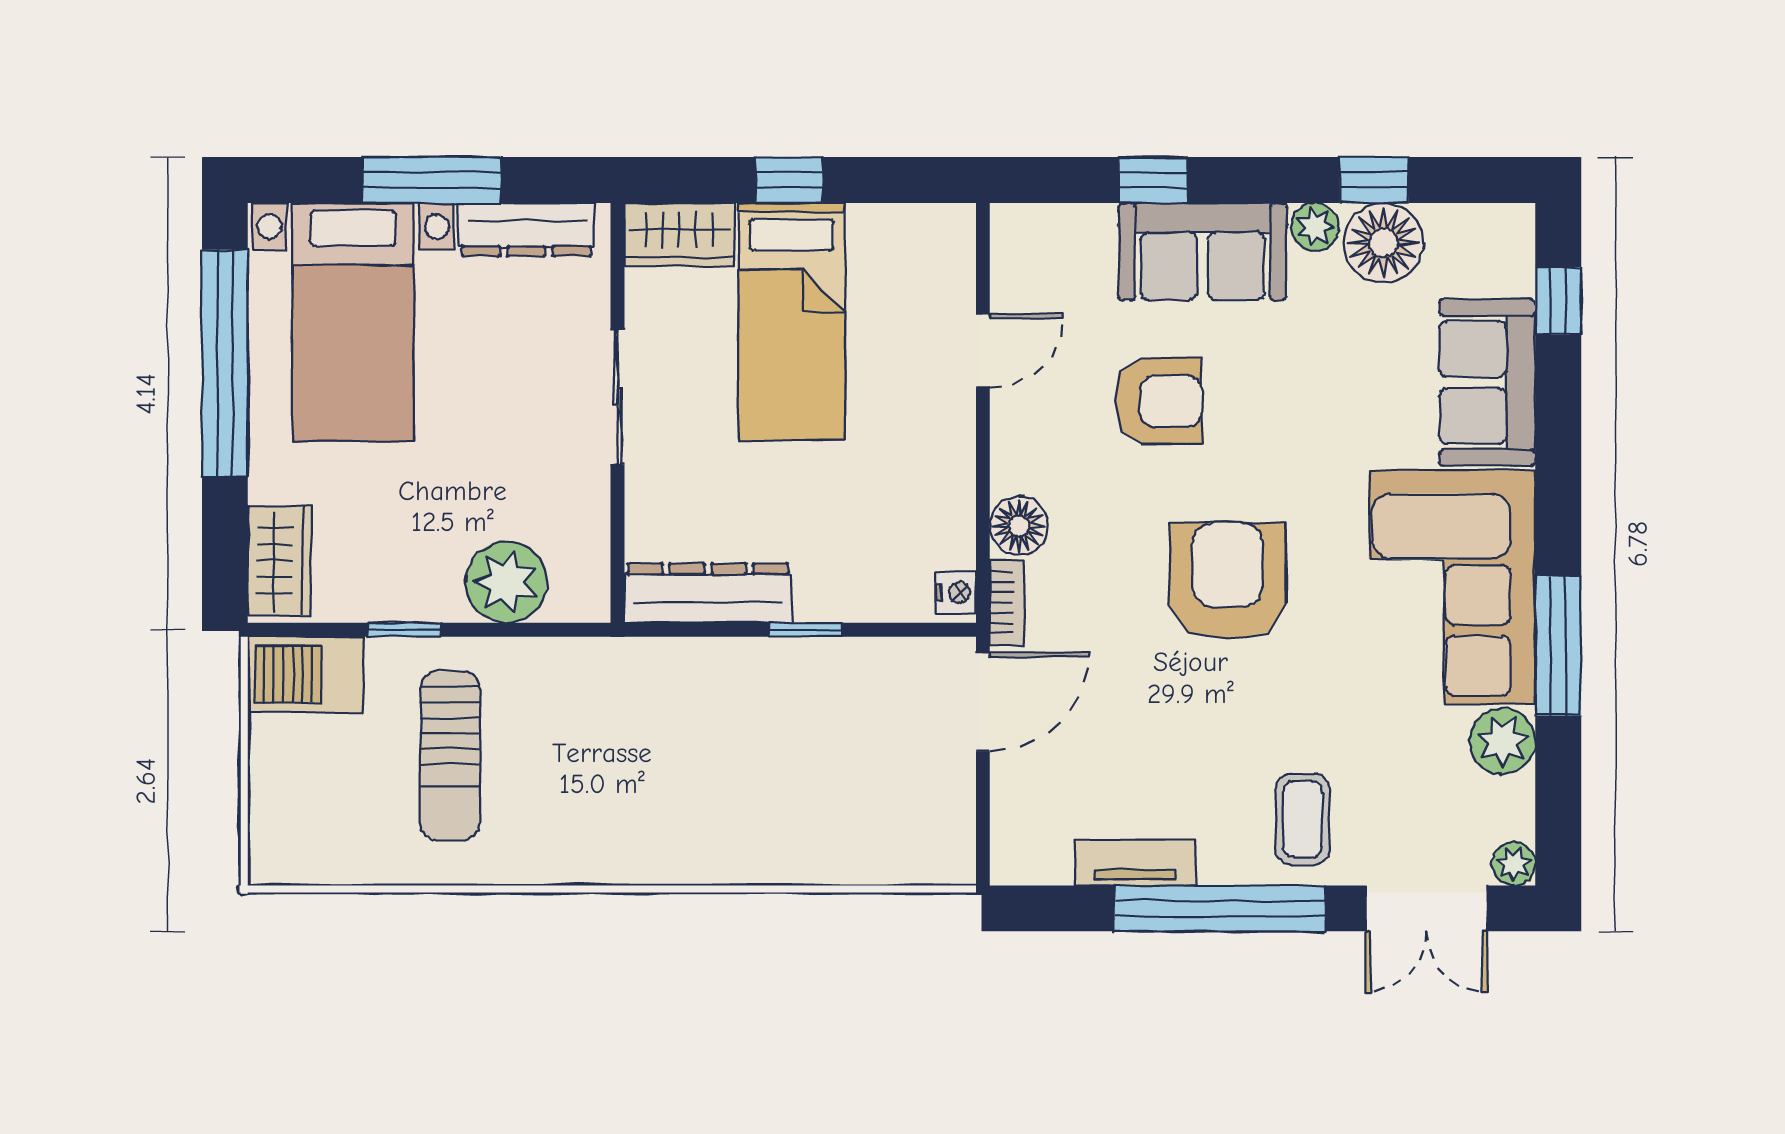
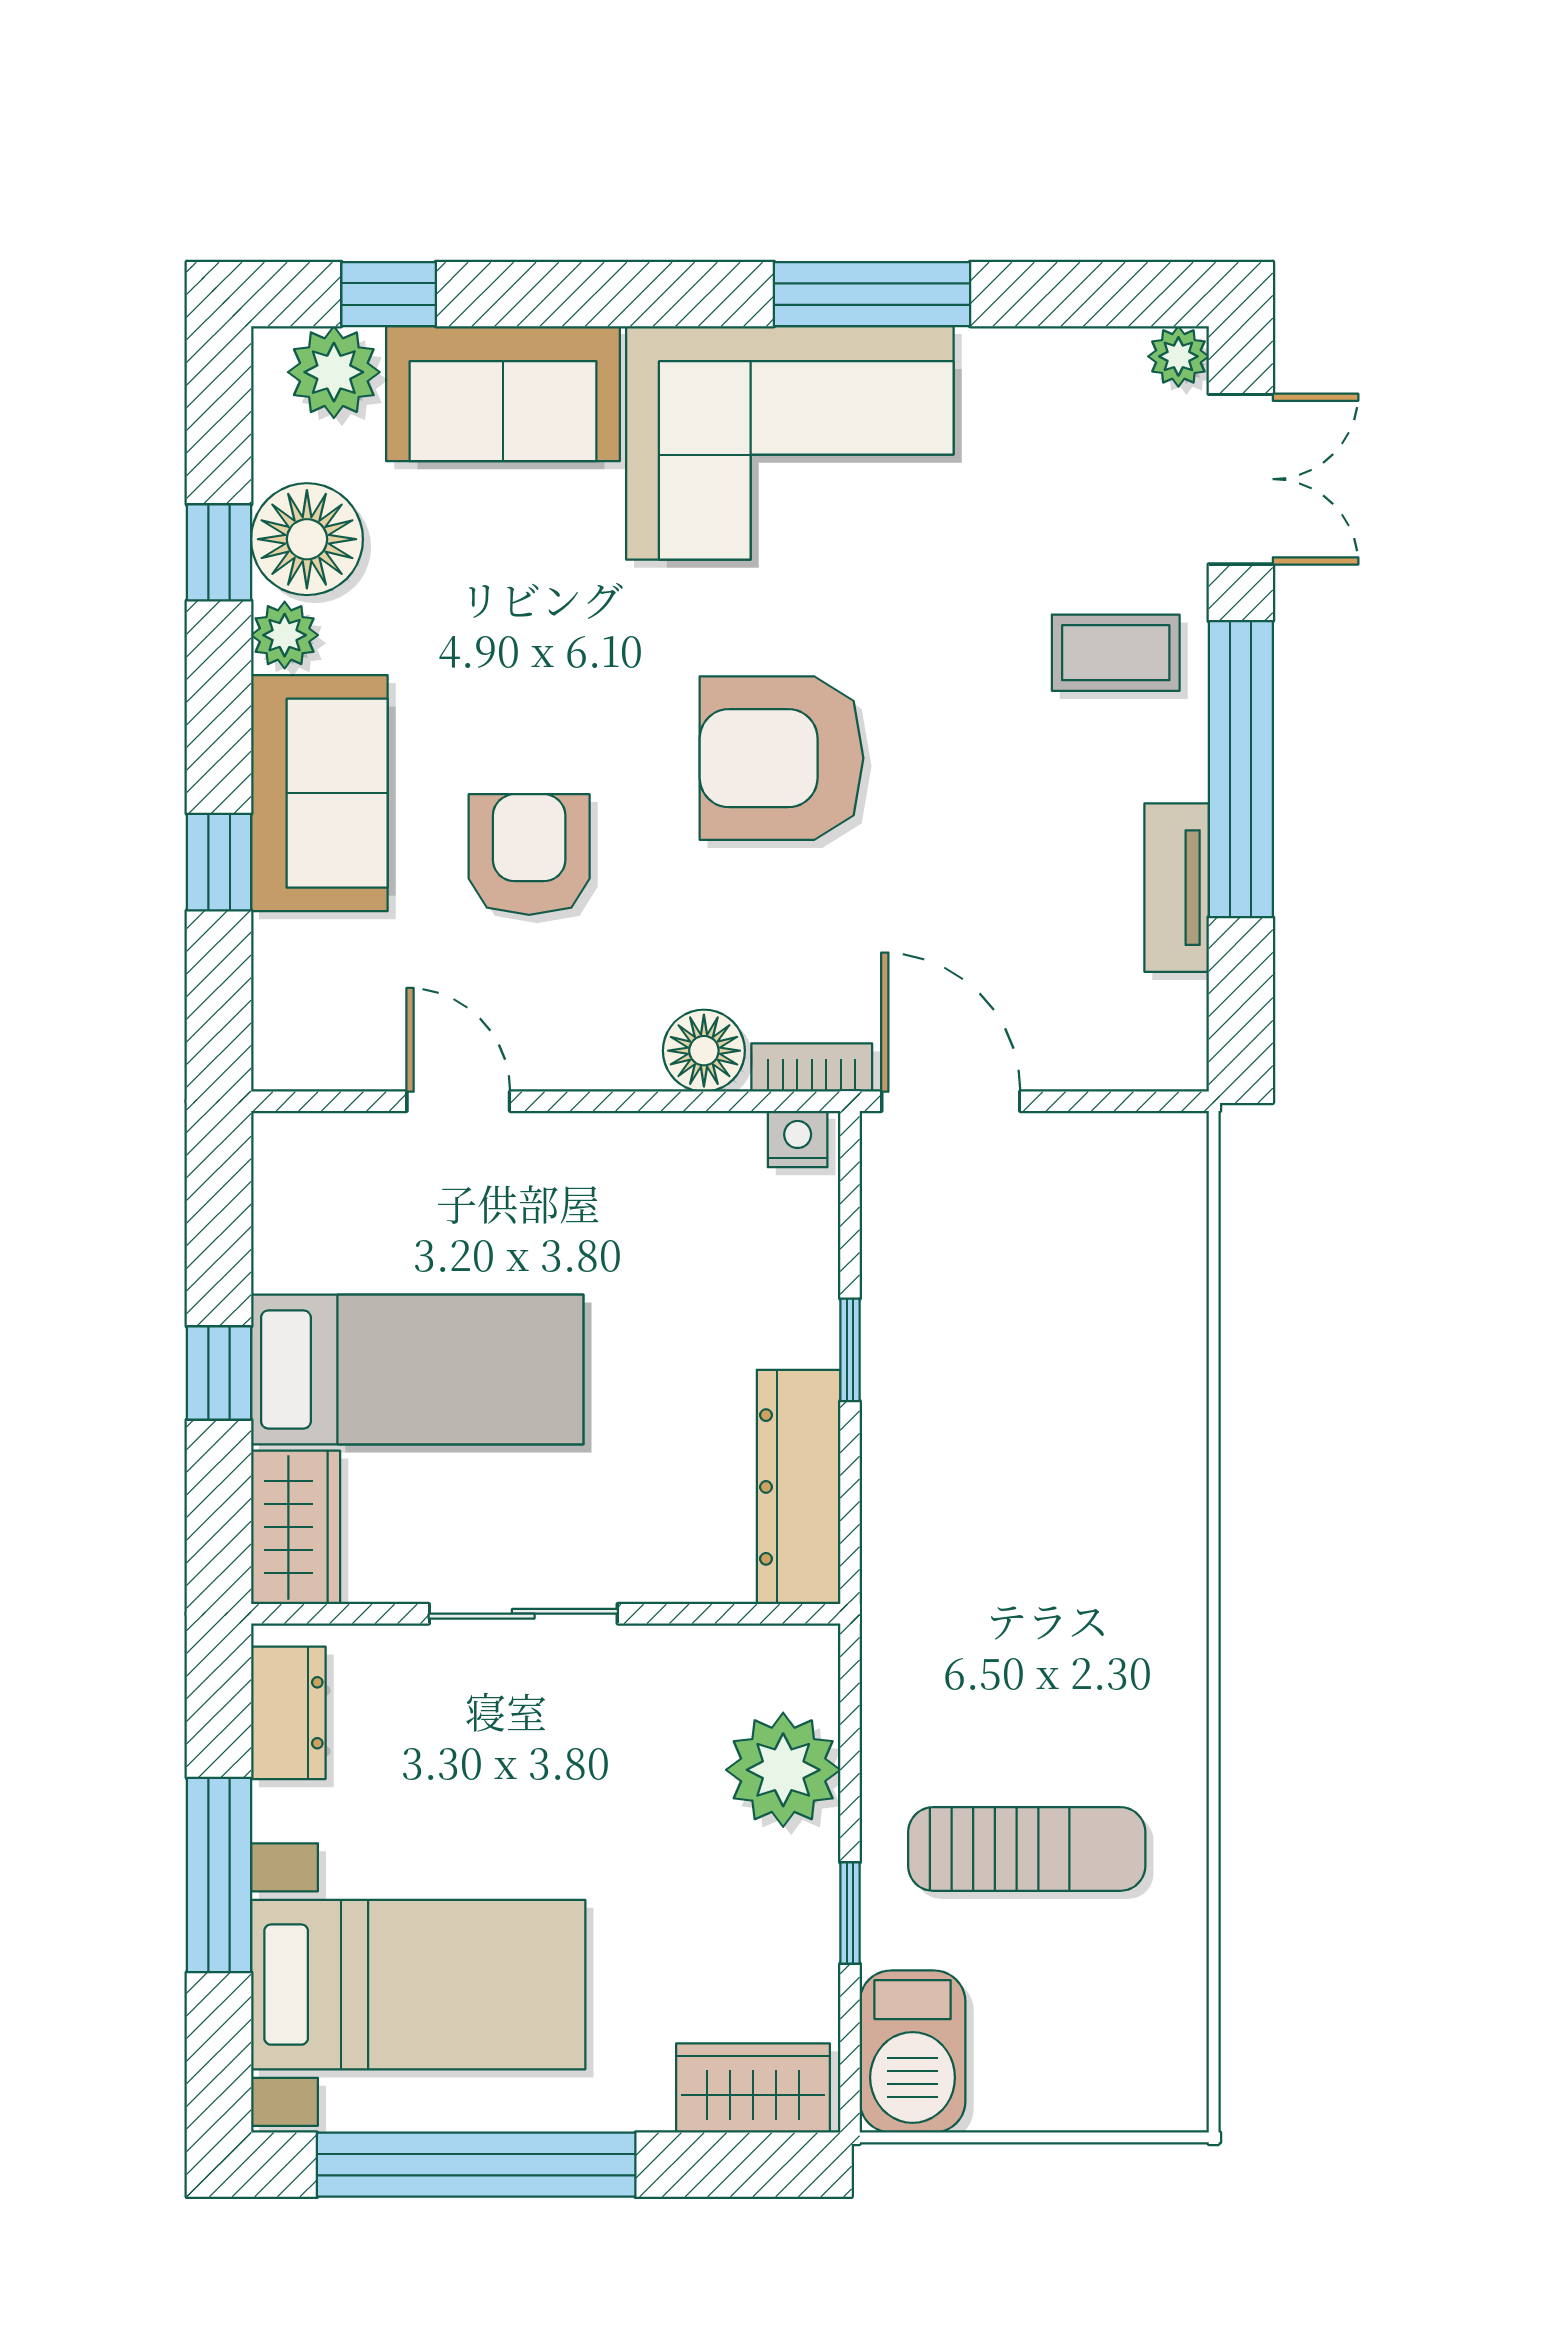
dresser: (526, 229) -> (288, 1713), width x0.70
plant: (1503, 741) -> (334, 372), moved

